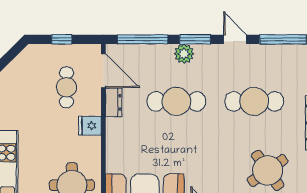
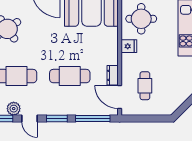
window: (62, 39) -> (148, 118), removed
plant: (184, 54) -> (14, 109), moved
fridge: (90, 126) -> (129, 46), moved

